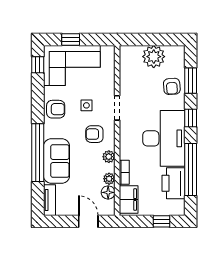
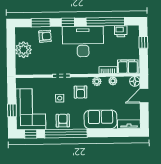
window: (38, 153) -> (66, 133), moved
printer: (173, 183) -> (121, 31), width x0.53, depth x0.68
floor lamp: (108, 192) -> (135, 81), moved

